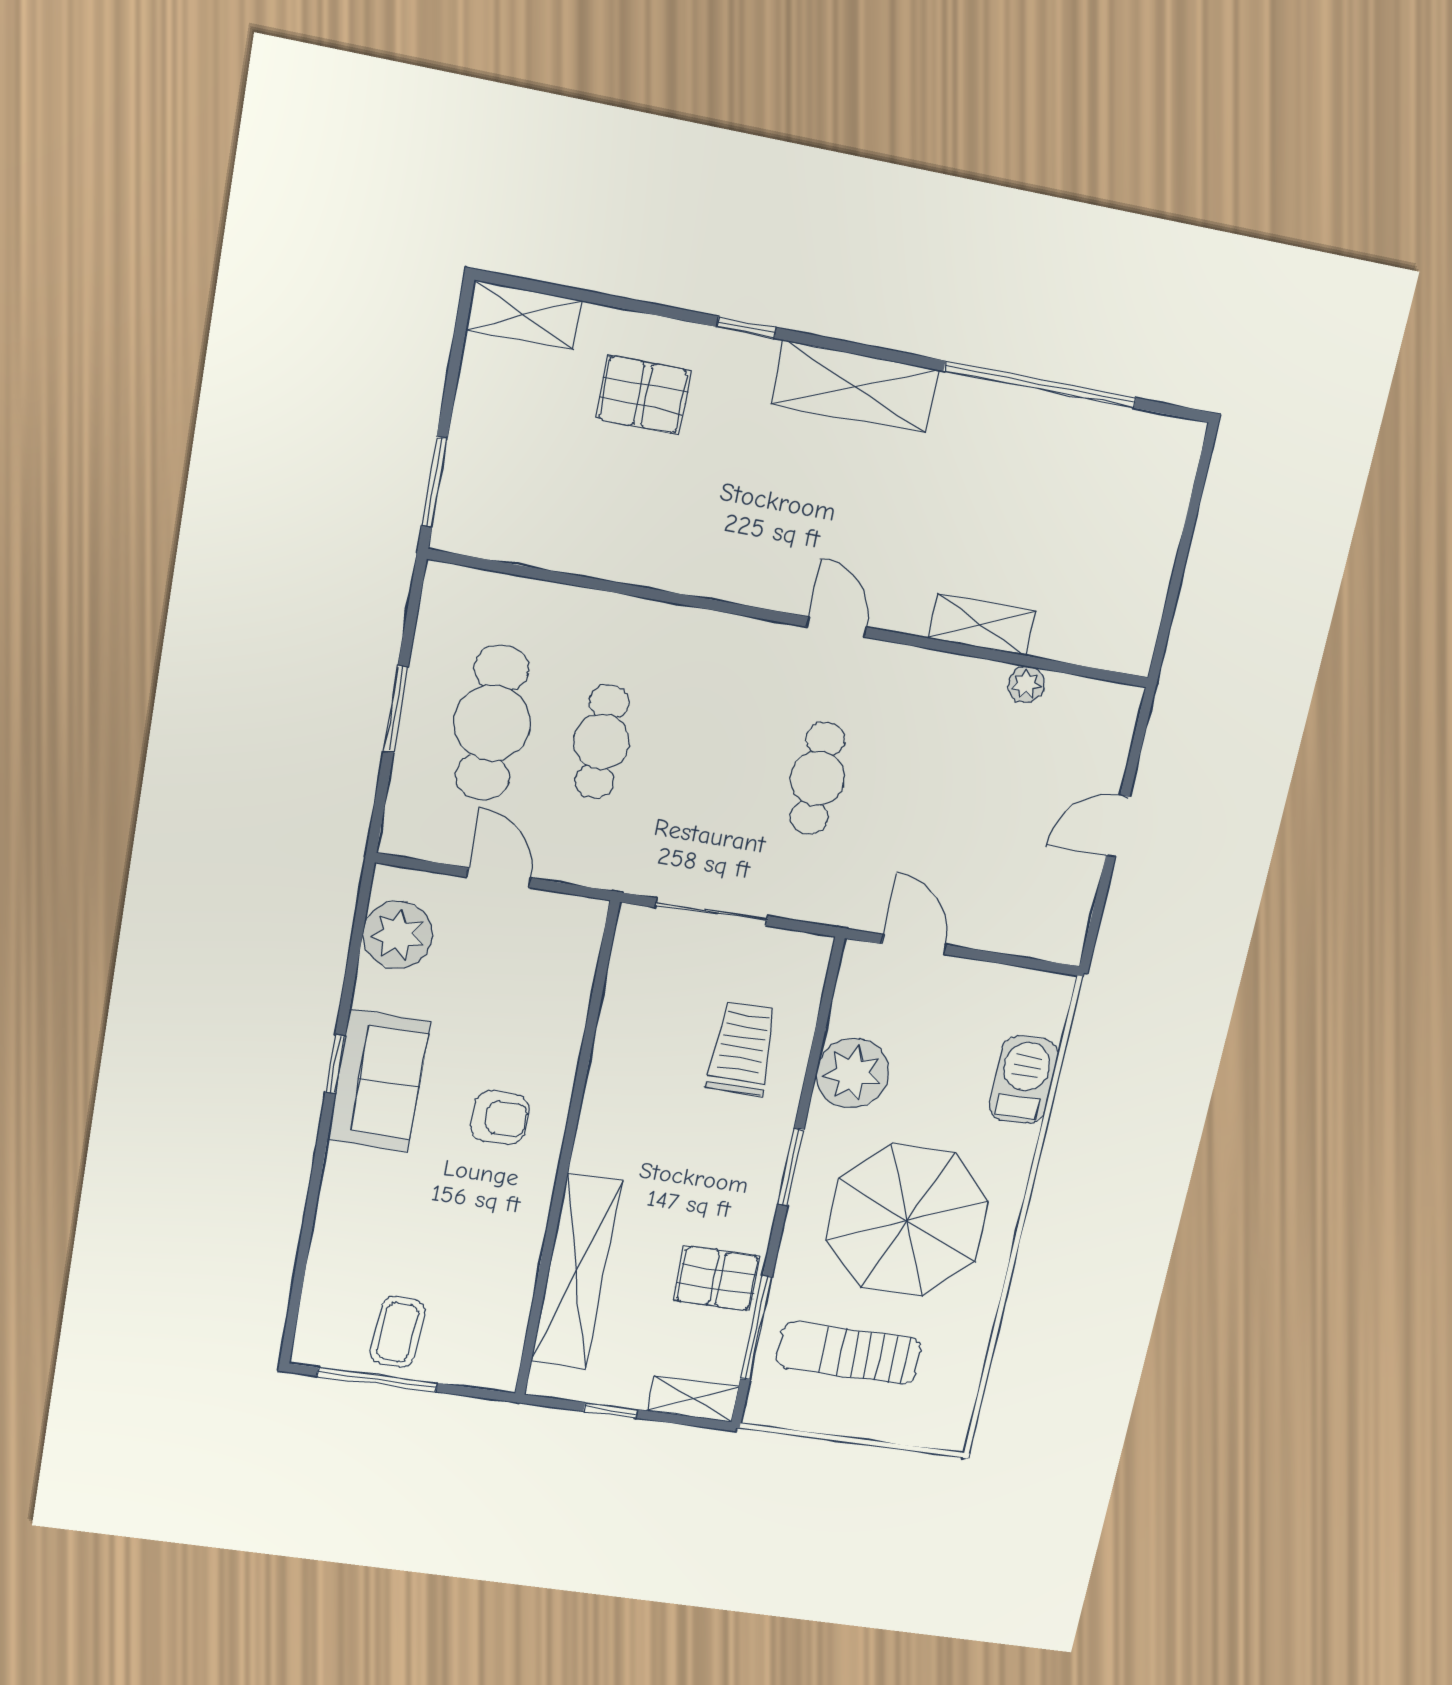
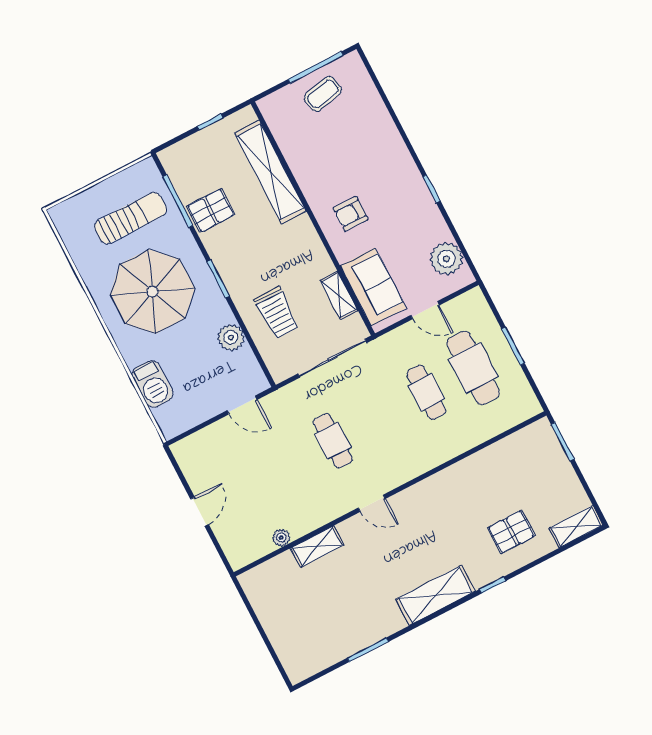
window: (1040, 384) -> (368, 650), width x0.47
sliding door: (712, 912) -> (332, 358), width x1.37
plant: (852, 1073) -> (231, 337), width x0.73, depth x0.73
sofa: (379, 1081) -> (373, 287), moved, turned 180
coffee table: (398, 1332) -> (323, 94), turned 74
shelving: (693, 1399) -> (339, 295), moved, turned 90

